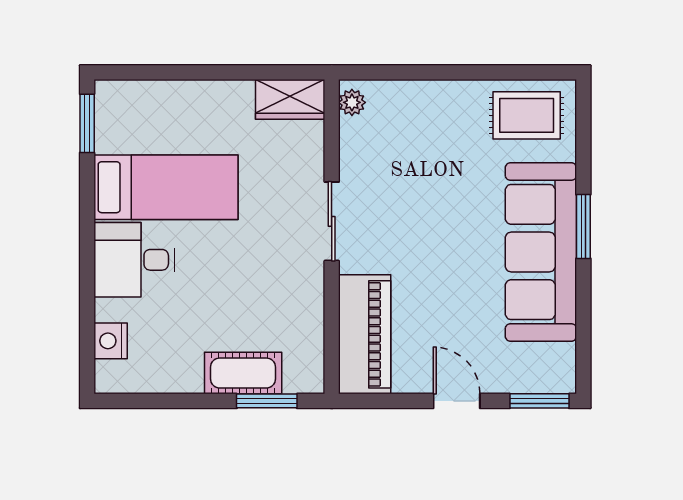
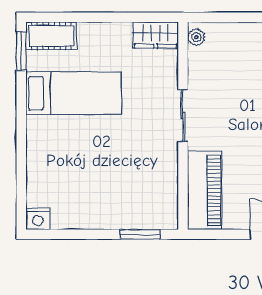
desk: (134, 260) -> (53, 141), removed
nightstand: (111, 341) -> (38, 219), moved, turned -90
cot: (243, 373) -> (51, 36), moved

